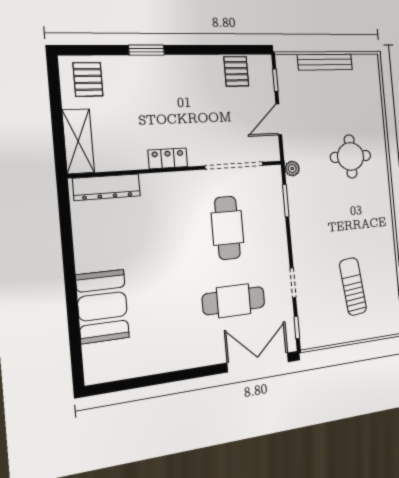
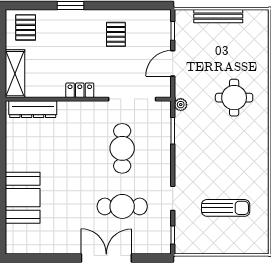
pallet: (236, 71) -> (116, 34), moved
sun lounger: (353, 286) -> (226, 208), turned 96
double door: (258, 362) -> (106, 258), moved

